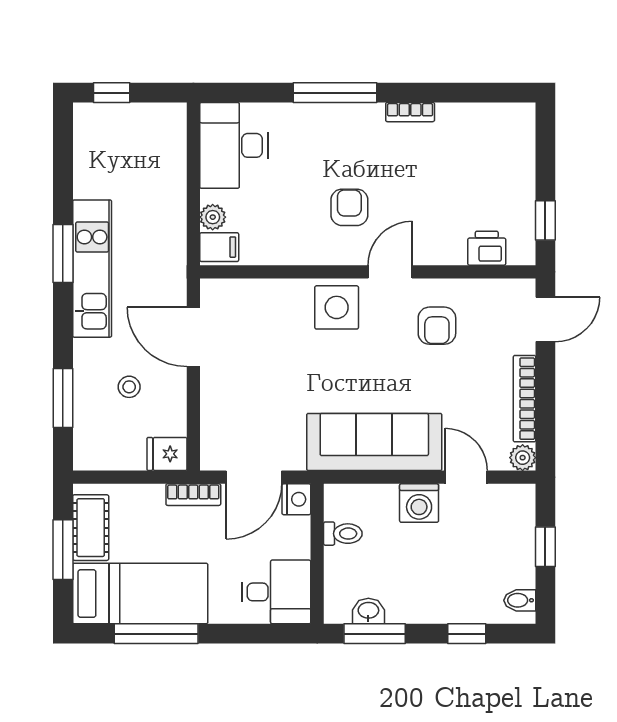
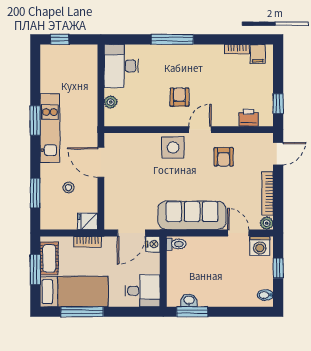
bookcase: (410, 112) -> (237, 49), moved
filing cabinet: (219, 247) -> (258, 54), moved, turned 90
bookcase: (193, 495) -> (87, 242), moved
washing machine: (419, 503) -> (260, 246), moved
toilet: (343, 534) -> (176, 244), moved
window: (467, 634) -> (239, 312), removed

